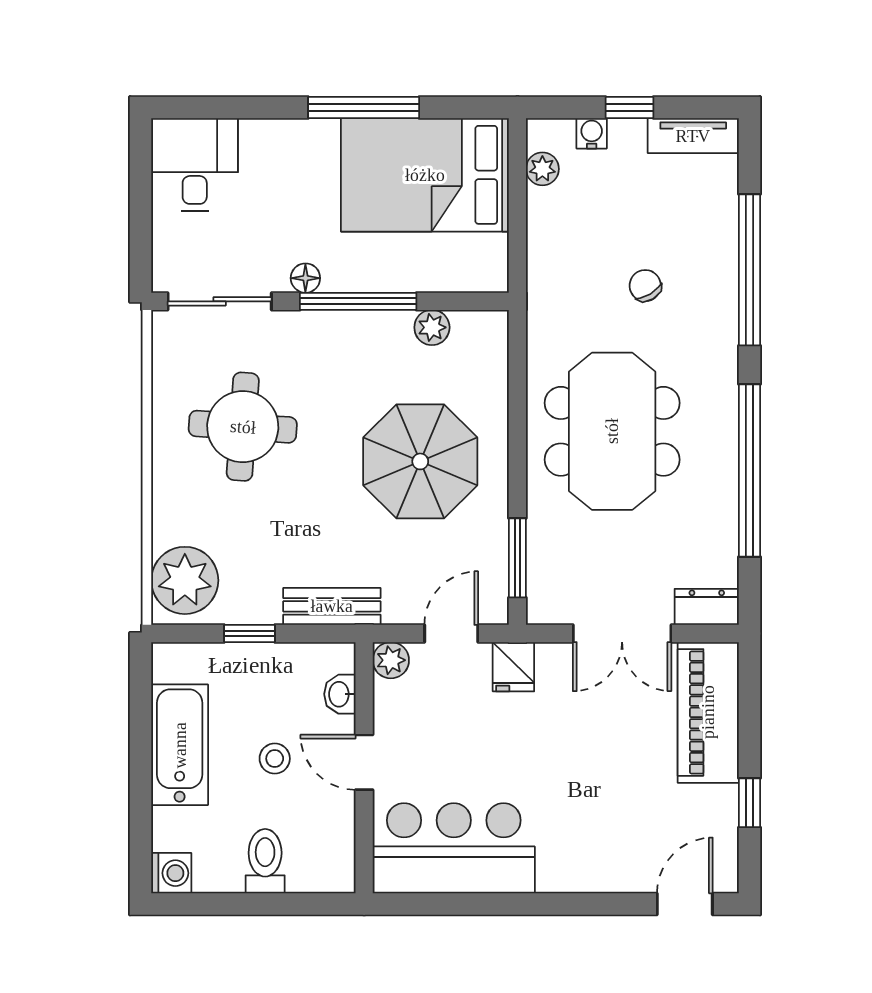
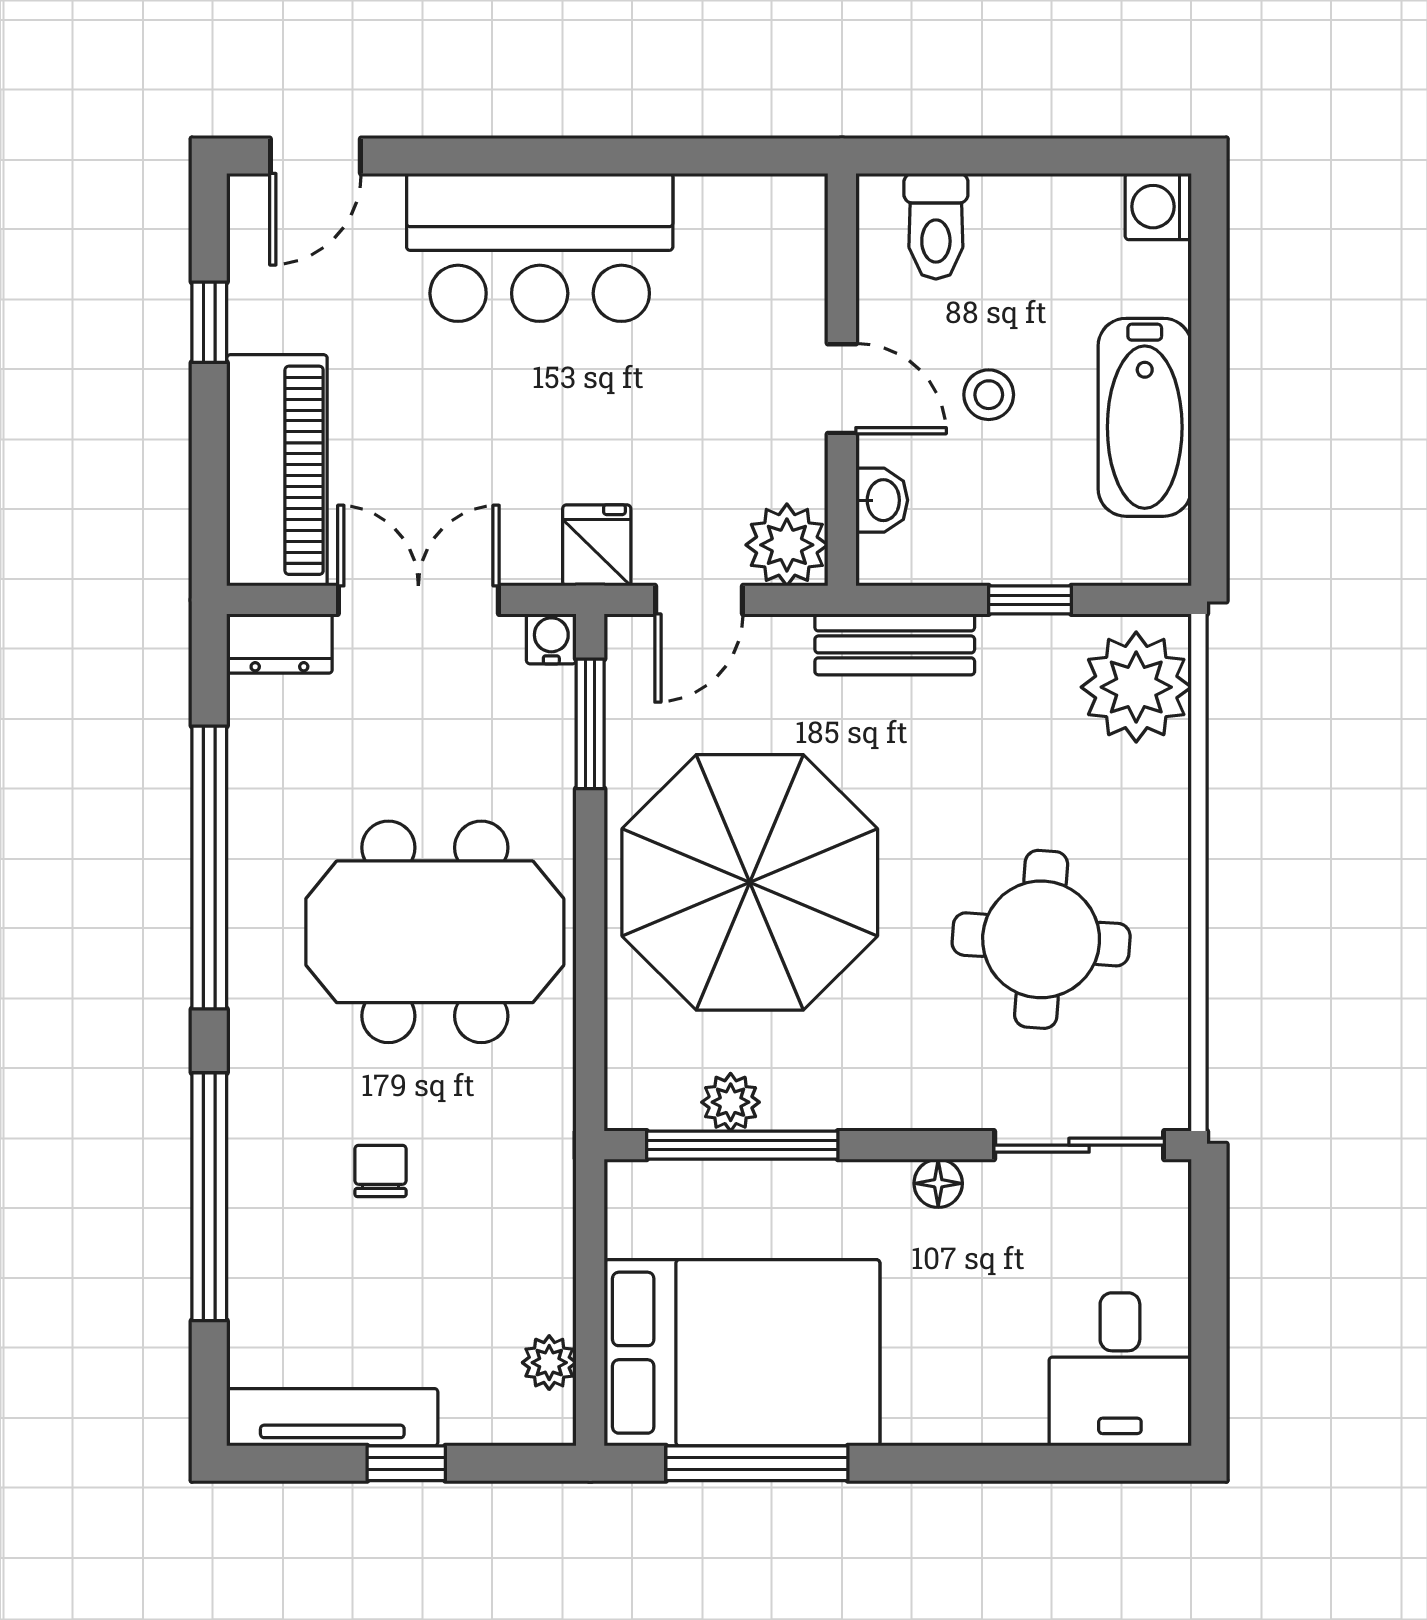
window: (364, 108) -> (757, 1463), moved
water cooler: (592, 133) -> (551, 639), moved, turned 180
tv unit: (693, 136) -> (332, 1417), width x1.41
chair: (645, 286) -> (381, 1171), turned -149
window: (358, 301) -> (742, 1145), moved
meeting table: (612, 431) -> (435, 932), turned 90
parasol: (420, 461) -> (750, 882), width x1.36, depth x1.36
plant: (391, 660) -> (787, 545), width x1.38, depth x1.38
bar counter: (454, 848) -> (540, 247), moved
toilet: (265, 861) -> (936, 226), moved

